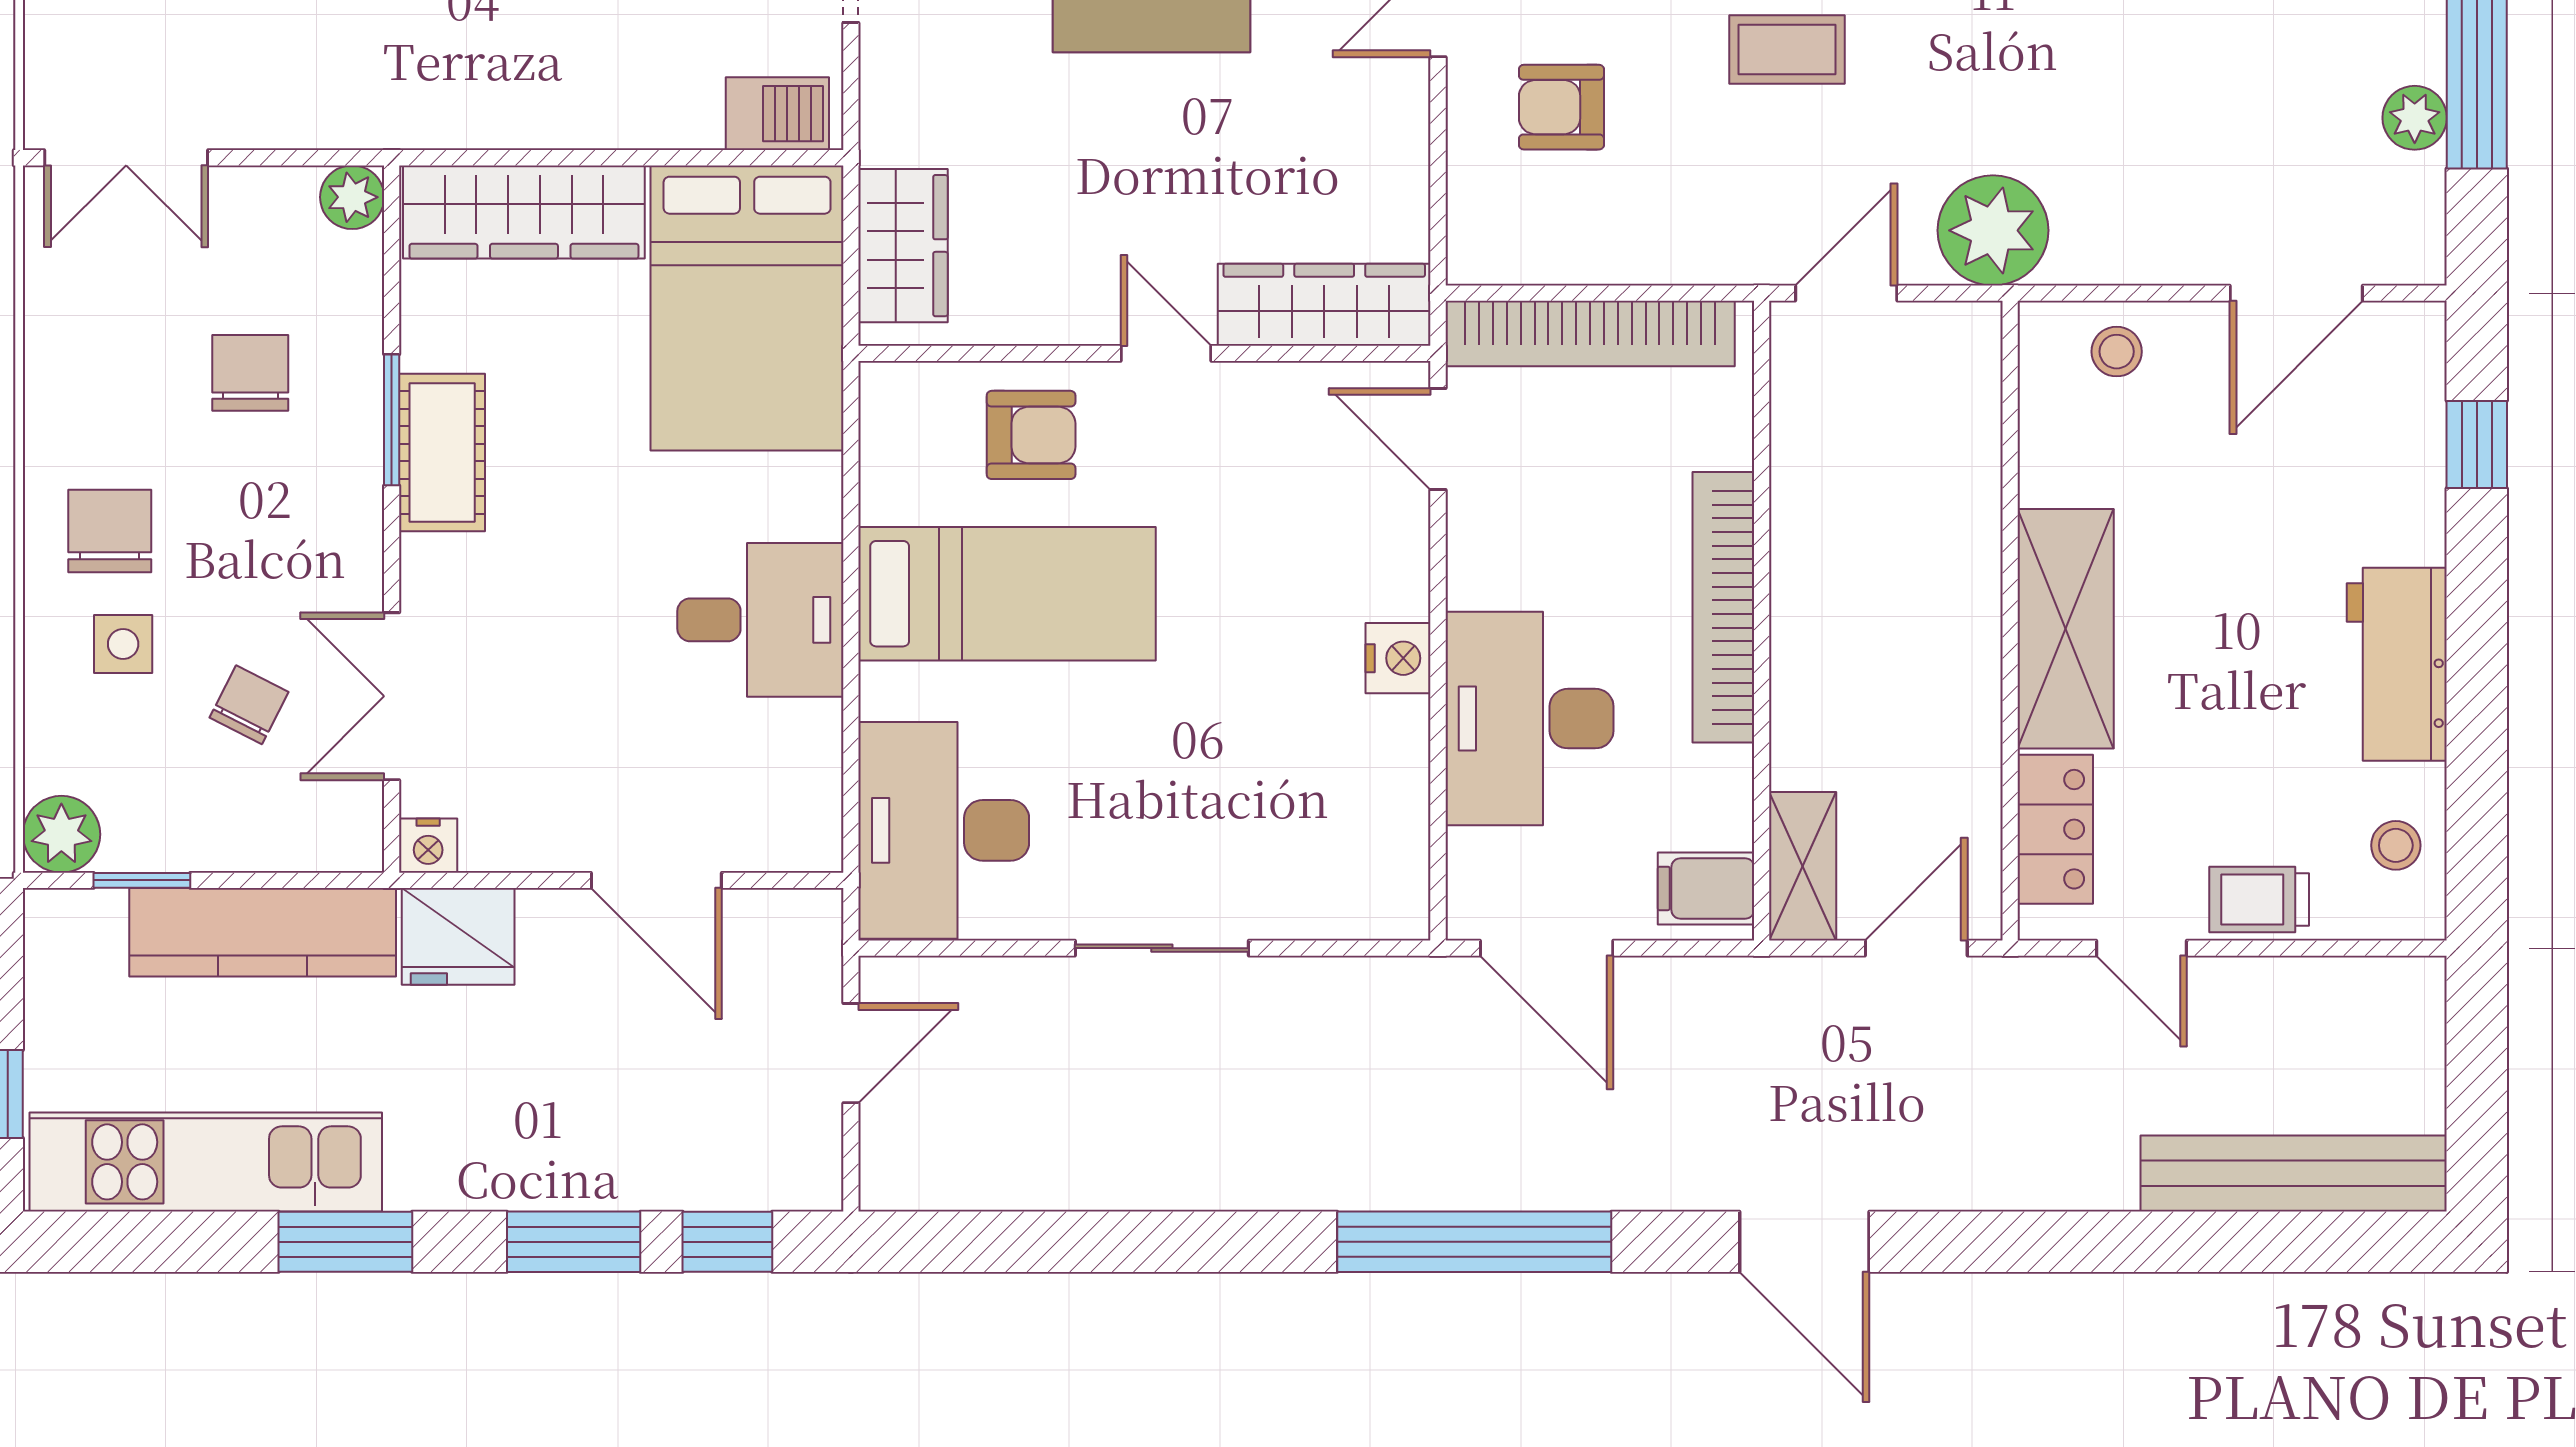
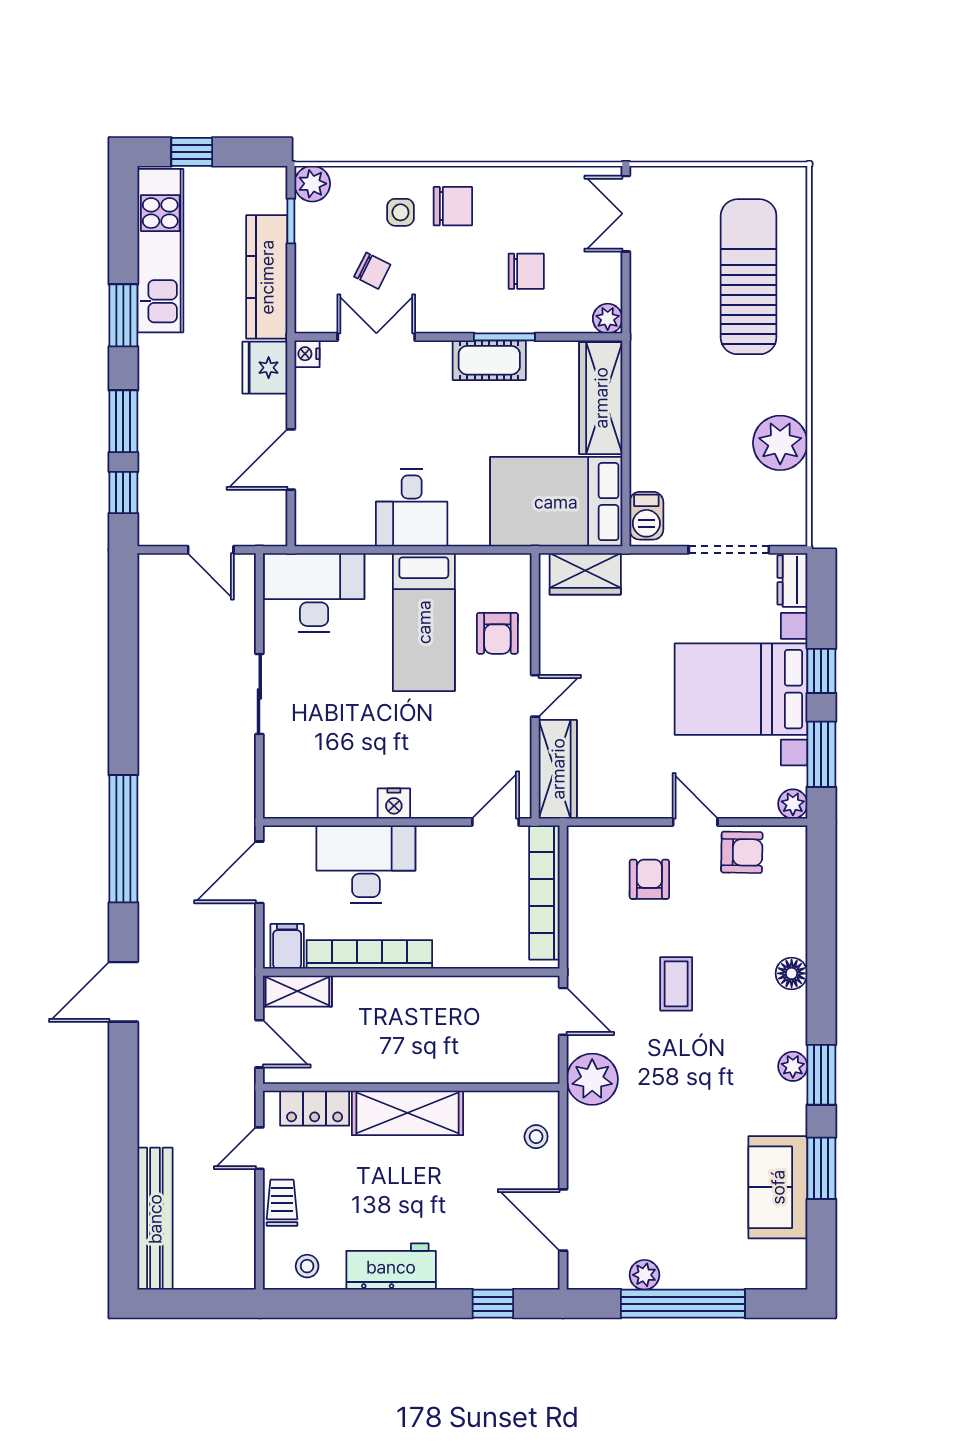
bookcase: (1723, 607) -> (369, 954), moved

